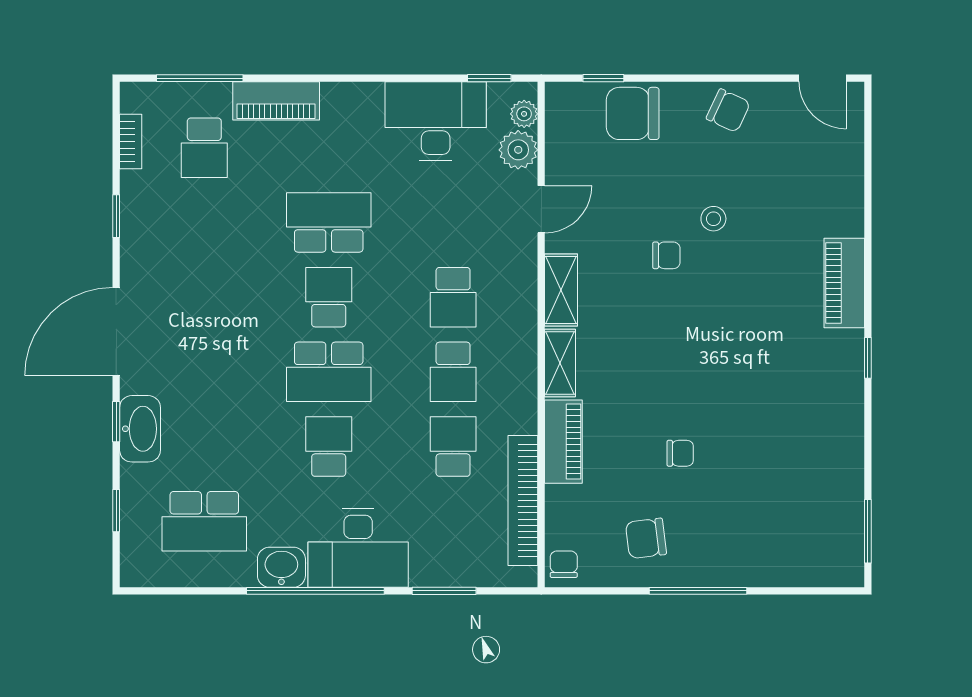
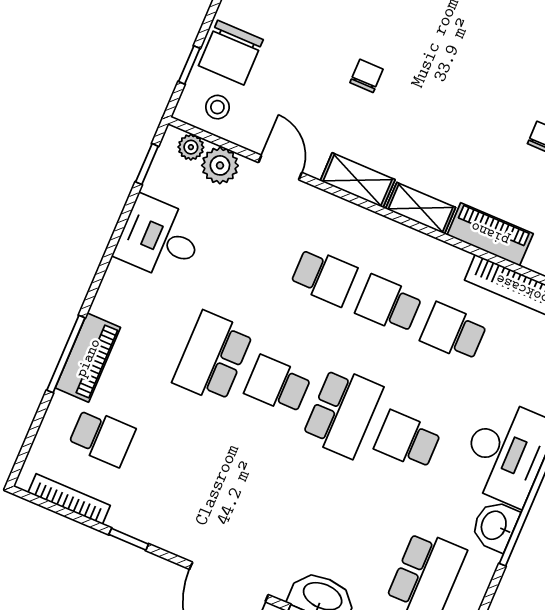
window: (200, 78) -> (66, 354), moved
desk: (436, 121) -> (159, 239), width x0.73
bookcase: (131, 141) -> (69, 499), width x1.56
stool: (713, 219) -> (217, 107), moved
school desk: (453, 372) -> (389, 304), turned 180

